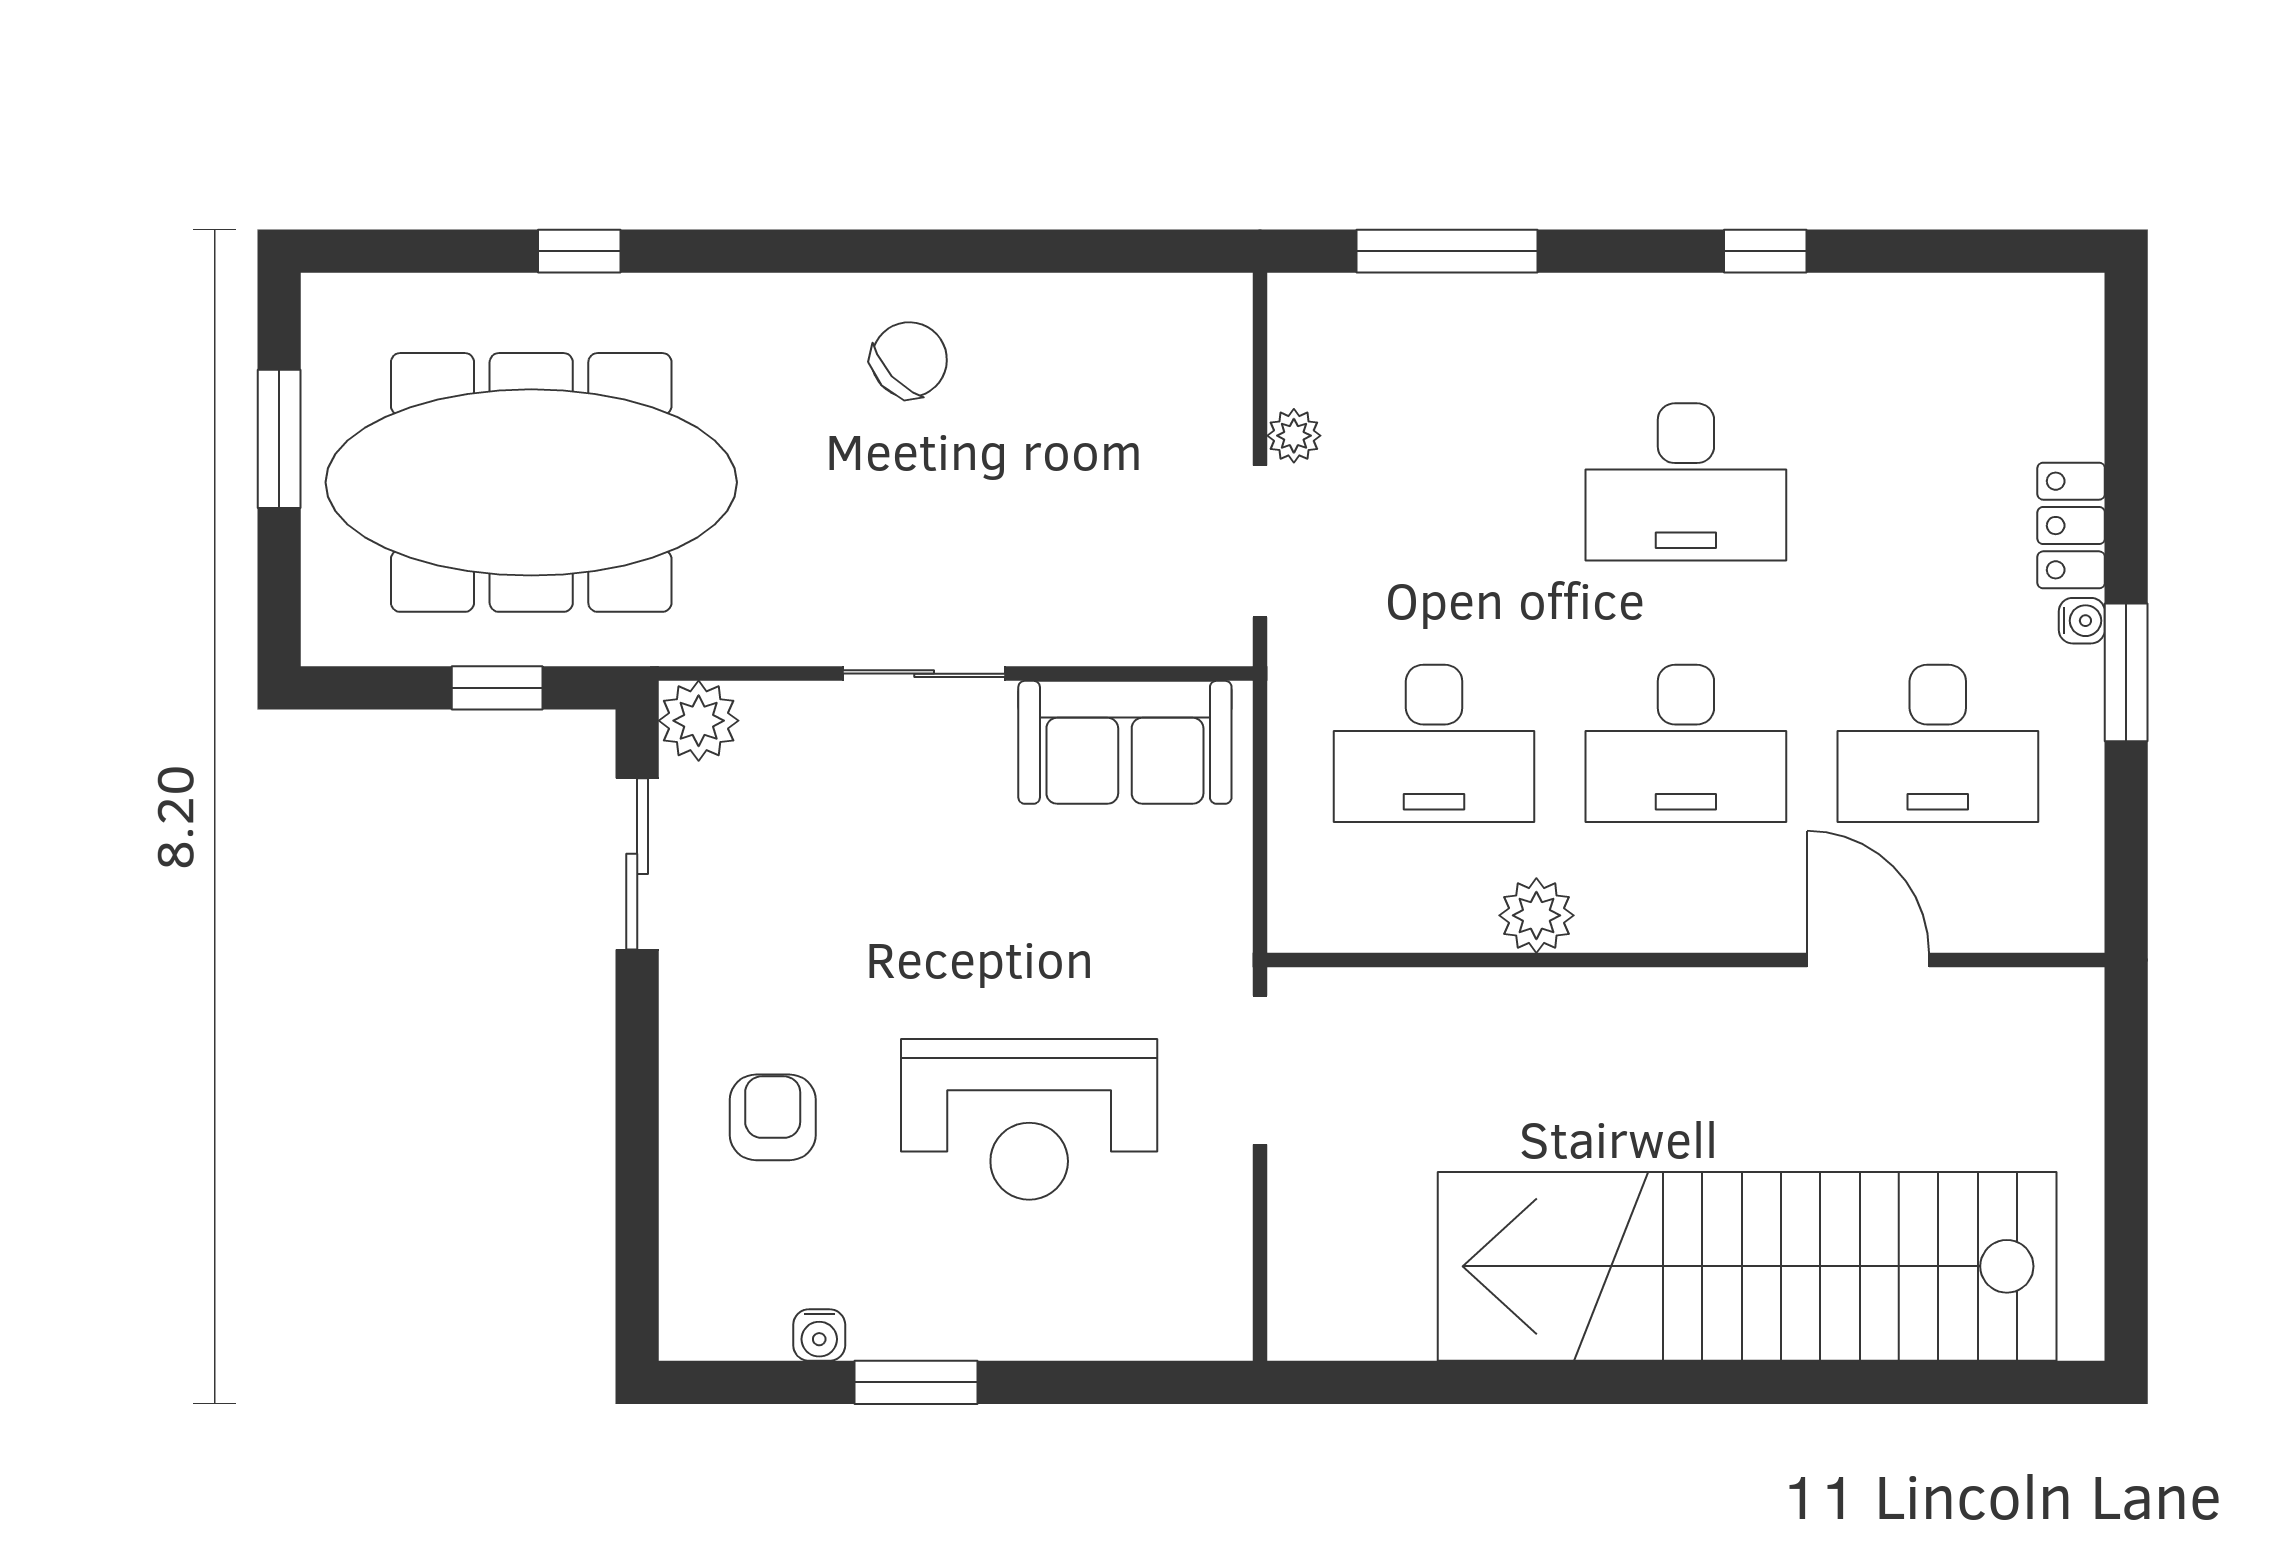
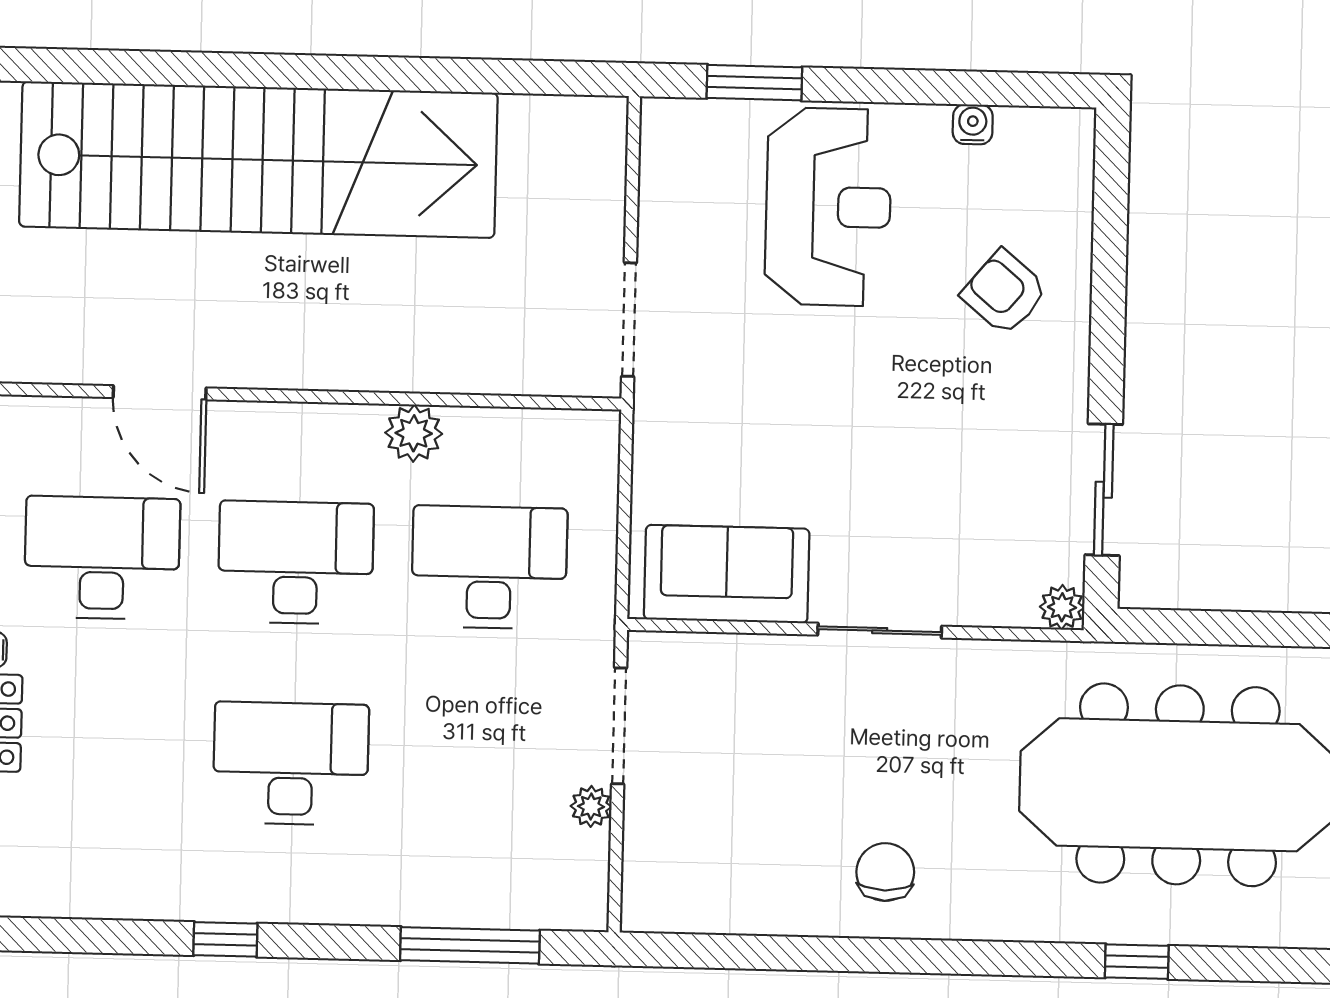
chair: (909, 360) -> (885, 872), turned 133
window: (497, 688) -> (1208, 628), removed
plant: (699, 721) -> (1062, 607), width x0.73, depth x0.73
armchair: (773, 1117) -> (1004, 292), turned 130
reception desk: (1029, 1119) -> (828, 207), moved, turned 90
window: (916, 1382) -> (754, 83), moved

